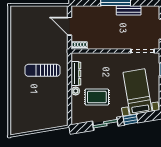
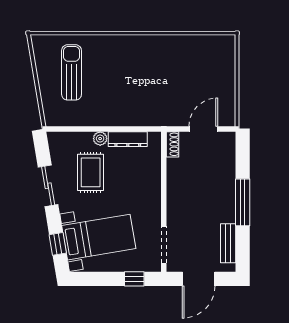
bench: (129, 10) -> (228, 243), moved
sun lounger: (43, 70) -> (72, 72), moved
window: (130, 120) -> (58, 244), moved

